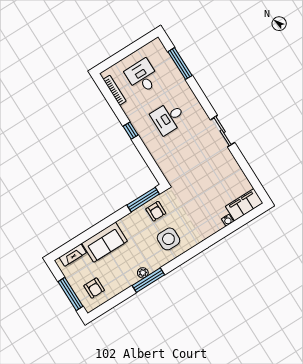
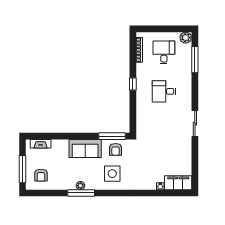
plant: (156, 46) -> (186, 38), added
sofa: (105, 242) -> (85, 148), moved

